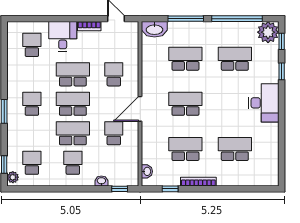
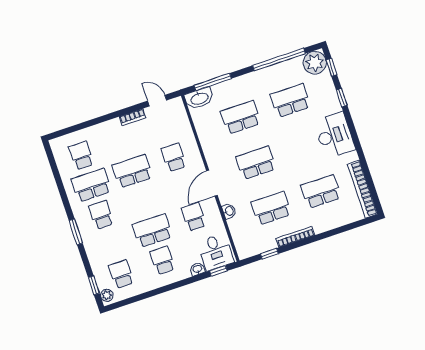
window: (186, 19) -> (213, 82), moved
desk: (63, 36) -> (216, 252), moved, turned 180
school desk: (73, 104) -> (91, 185), moved
bookcase: (273, 159) -> (363, 189), added
washbasin: (147, 171) -> (229, 211), moved

